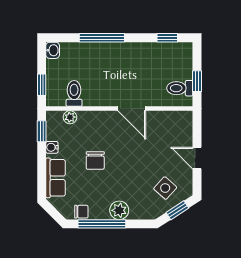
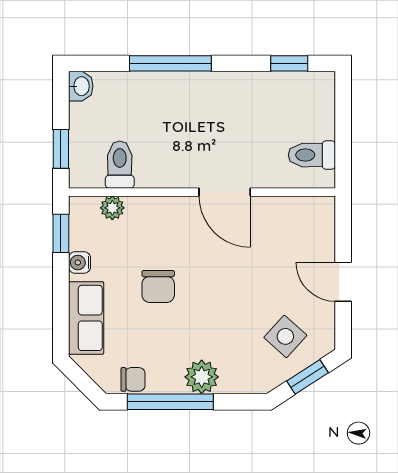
window: (197, 81) -> (343, 142), removed

